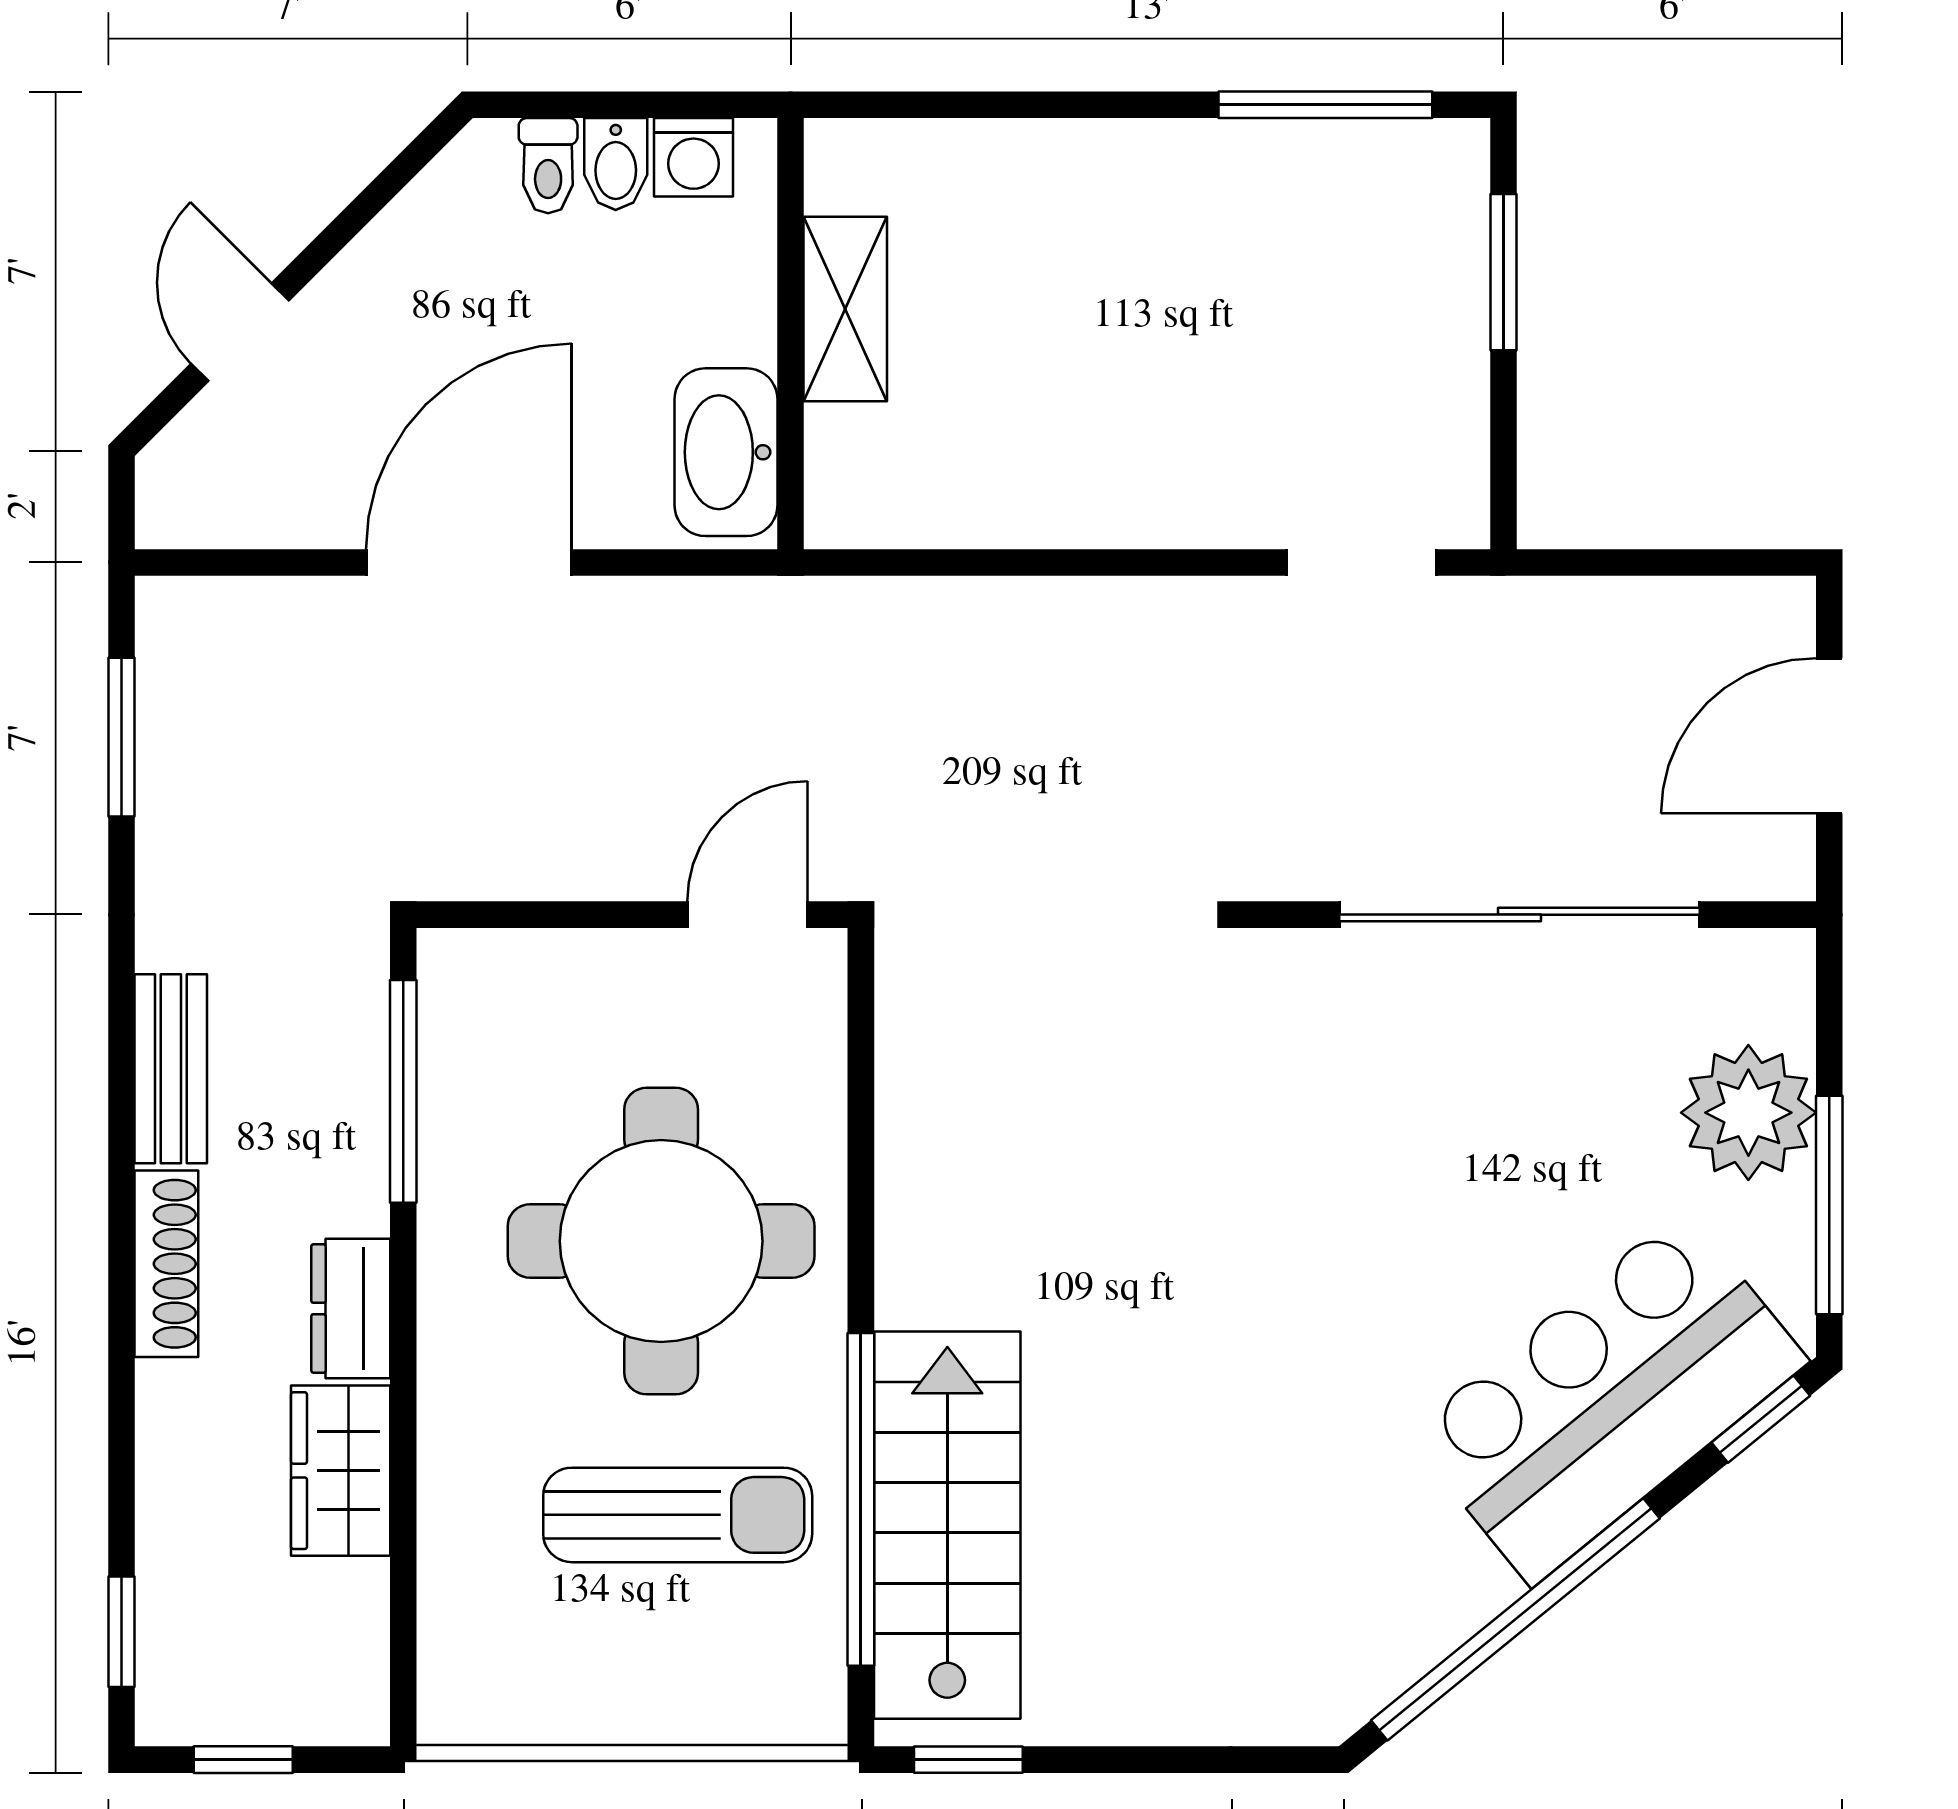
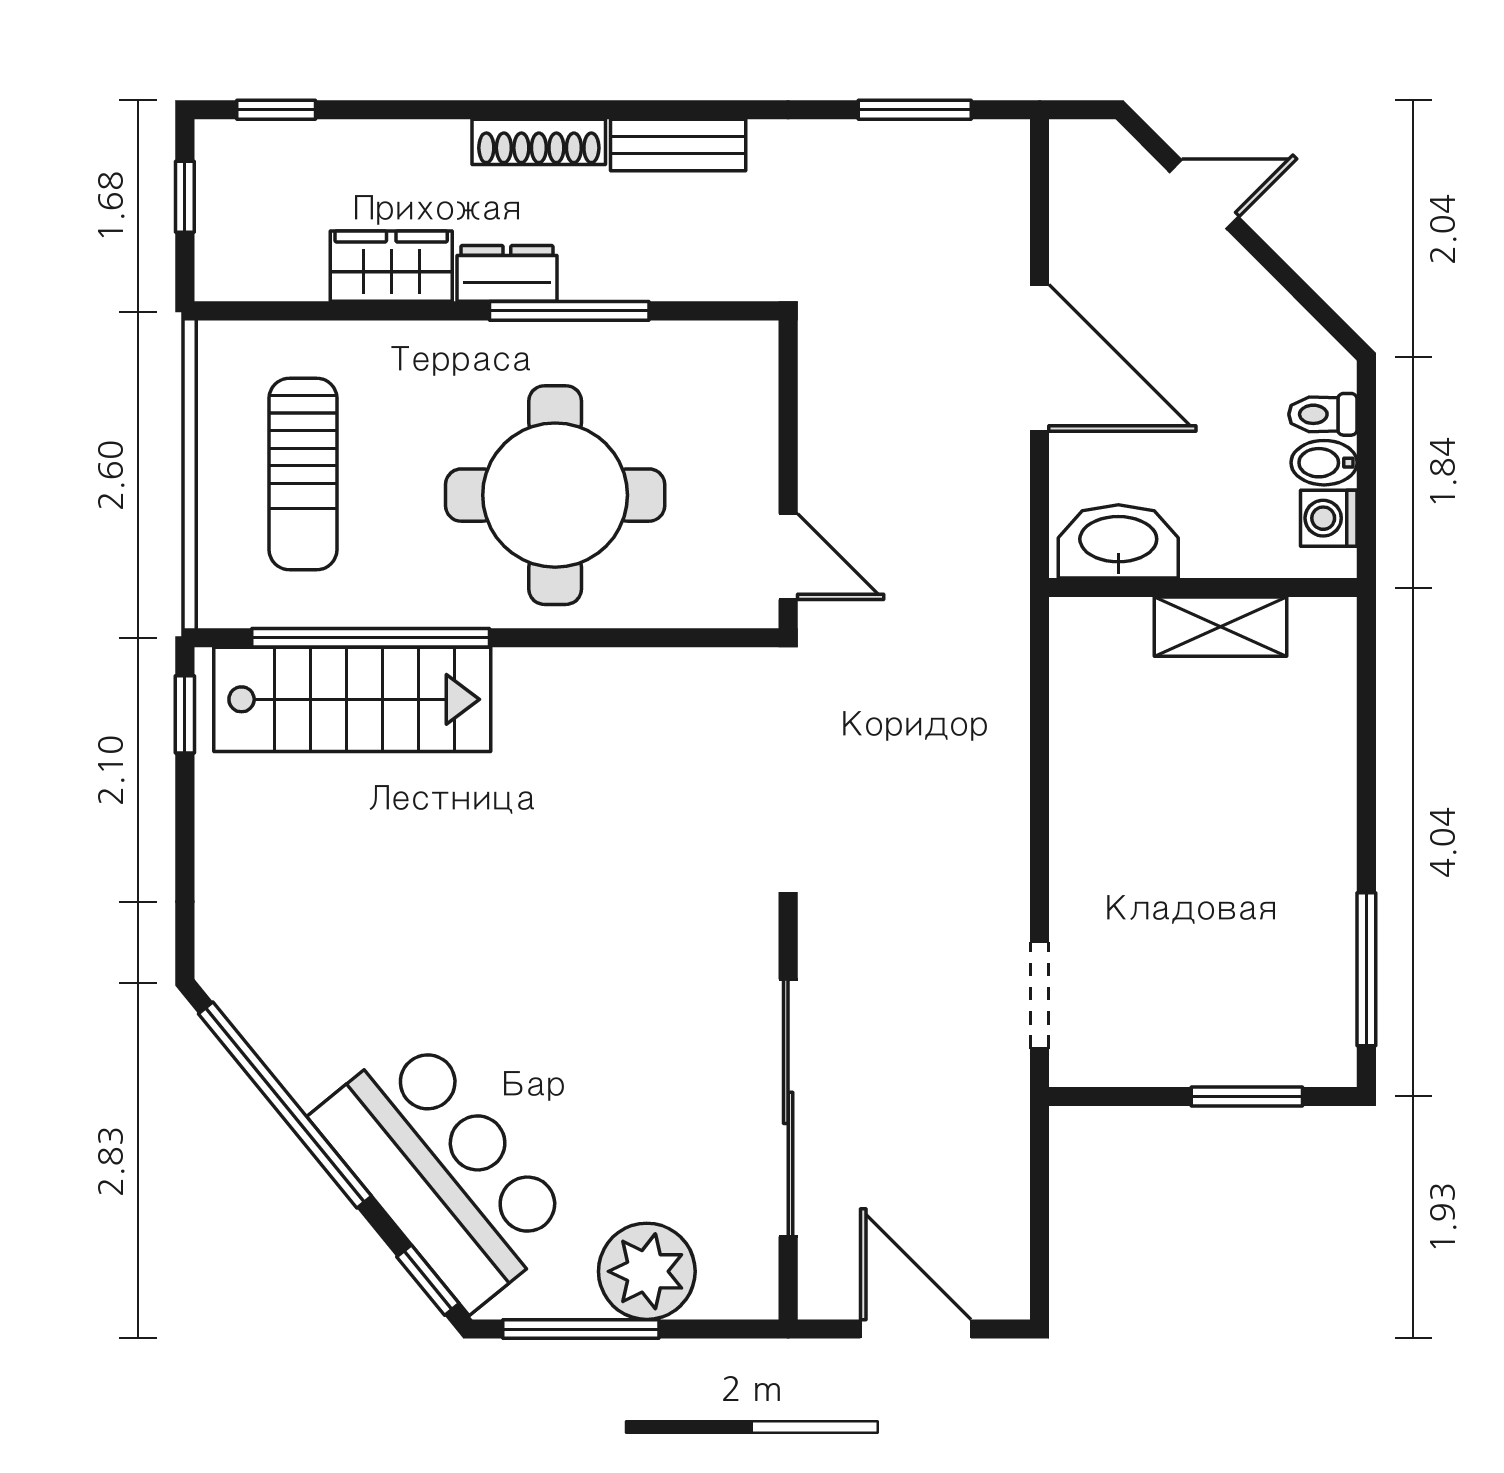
window: (403, 1091) -> (569, 311), moved
sun lounger: (678, 1515) -> (303, 474), moved

